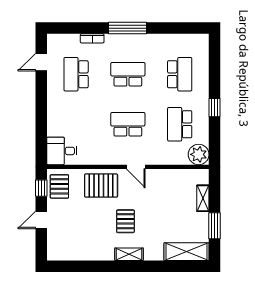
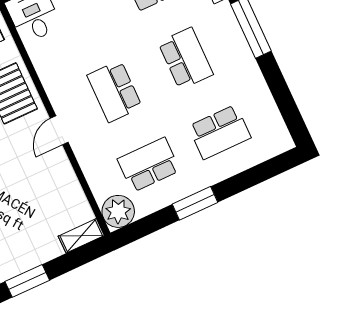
window: (215, 108) -> (195, 203), width x1.50
school desk: (128, 124) -> (115, 91), turned 180
shelving: (203, 198) -> (81, 236), moved

